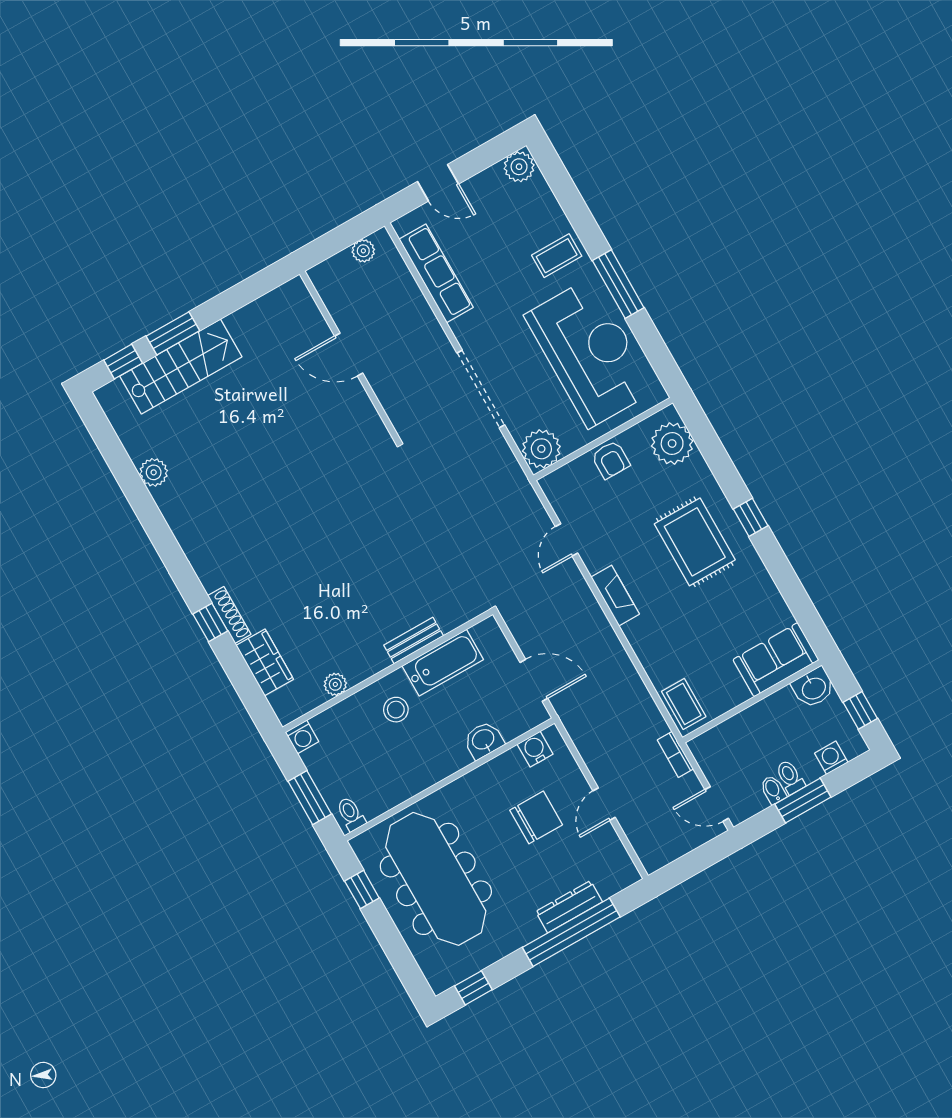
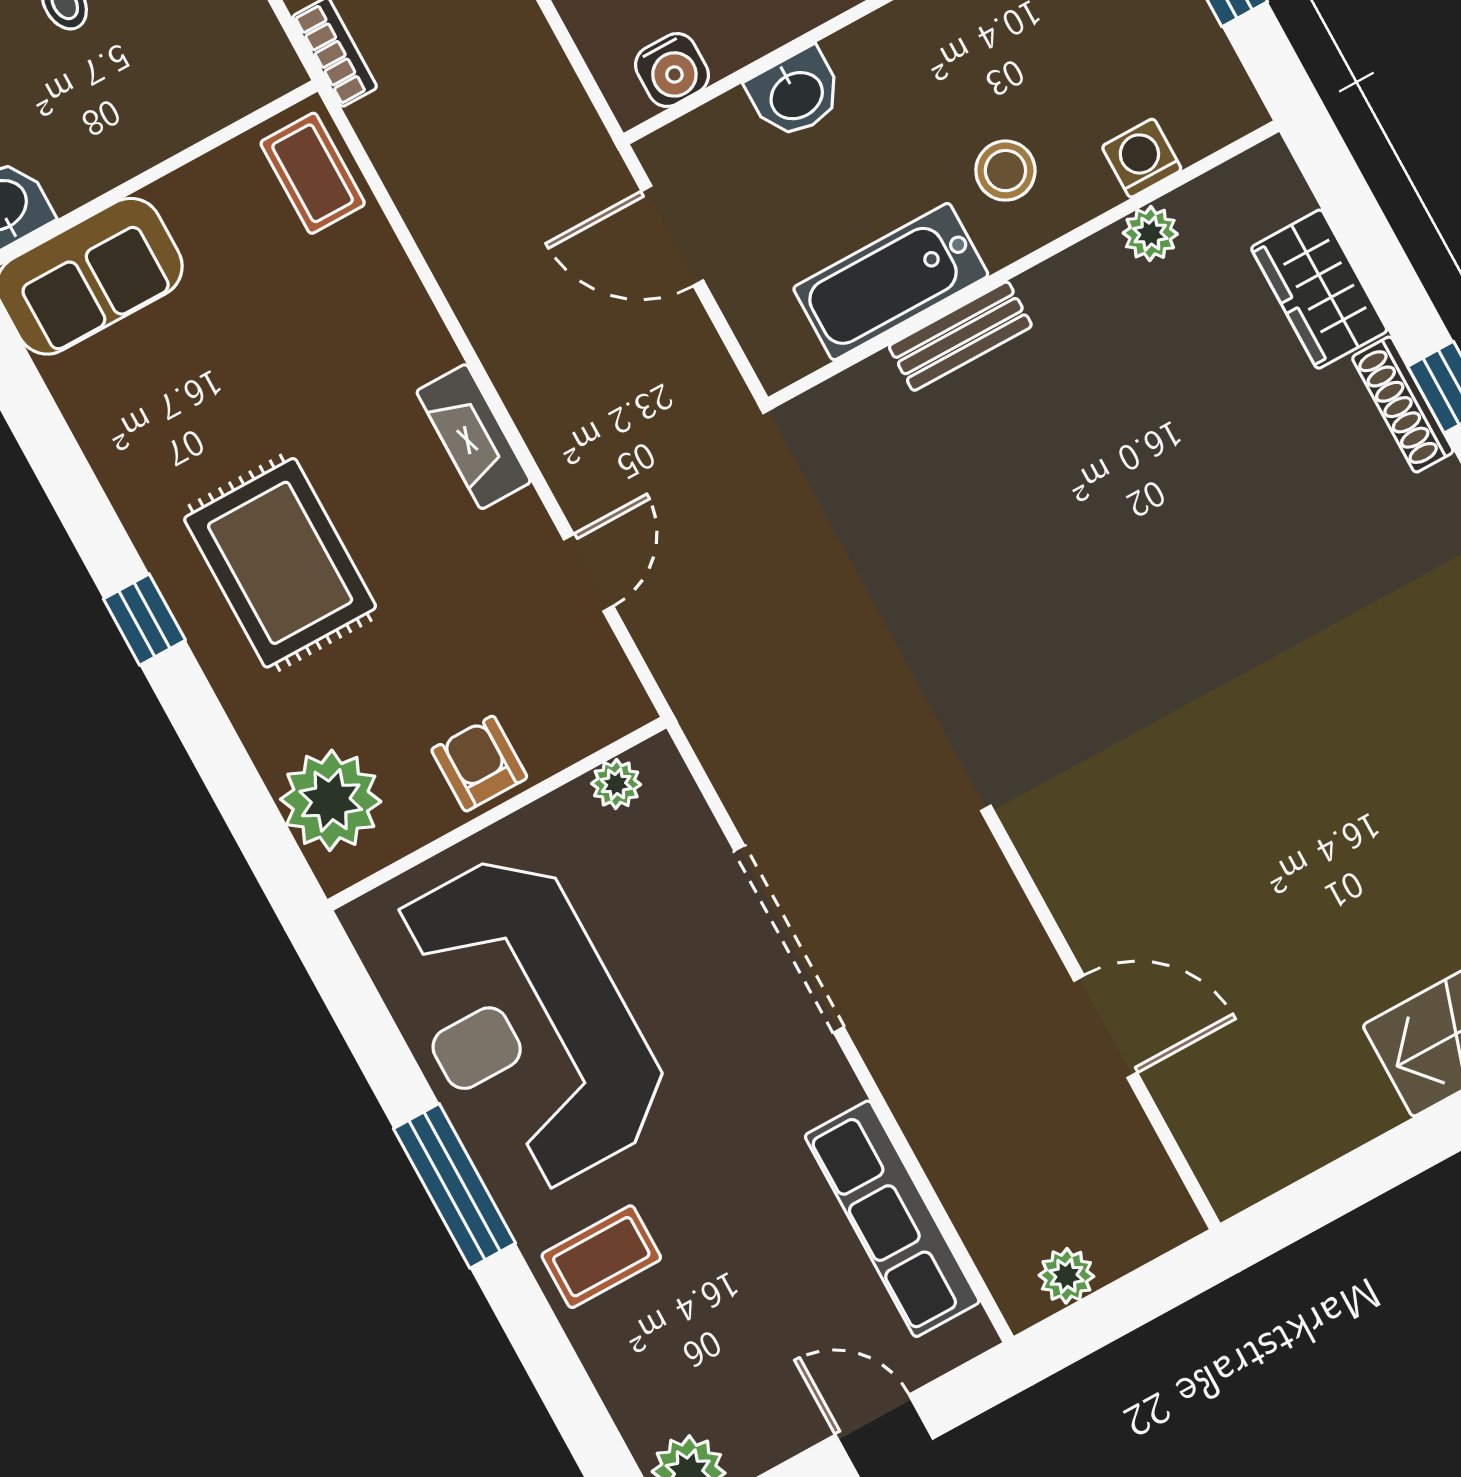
plant: (541, 449) -> (616, 784), width x0.53, depth x0.53
washing machine: (302, 737) -> (1142, 158), moved

